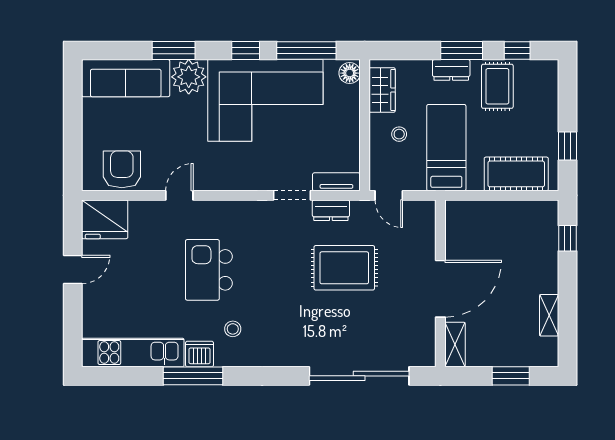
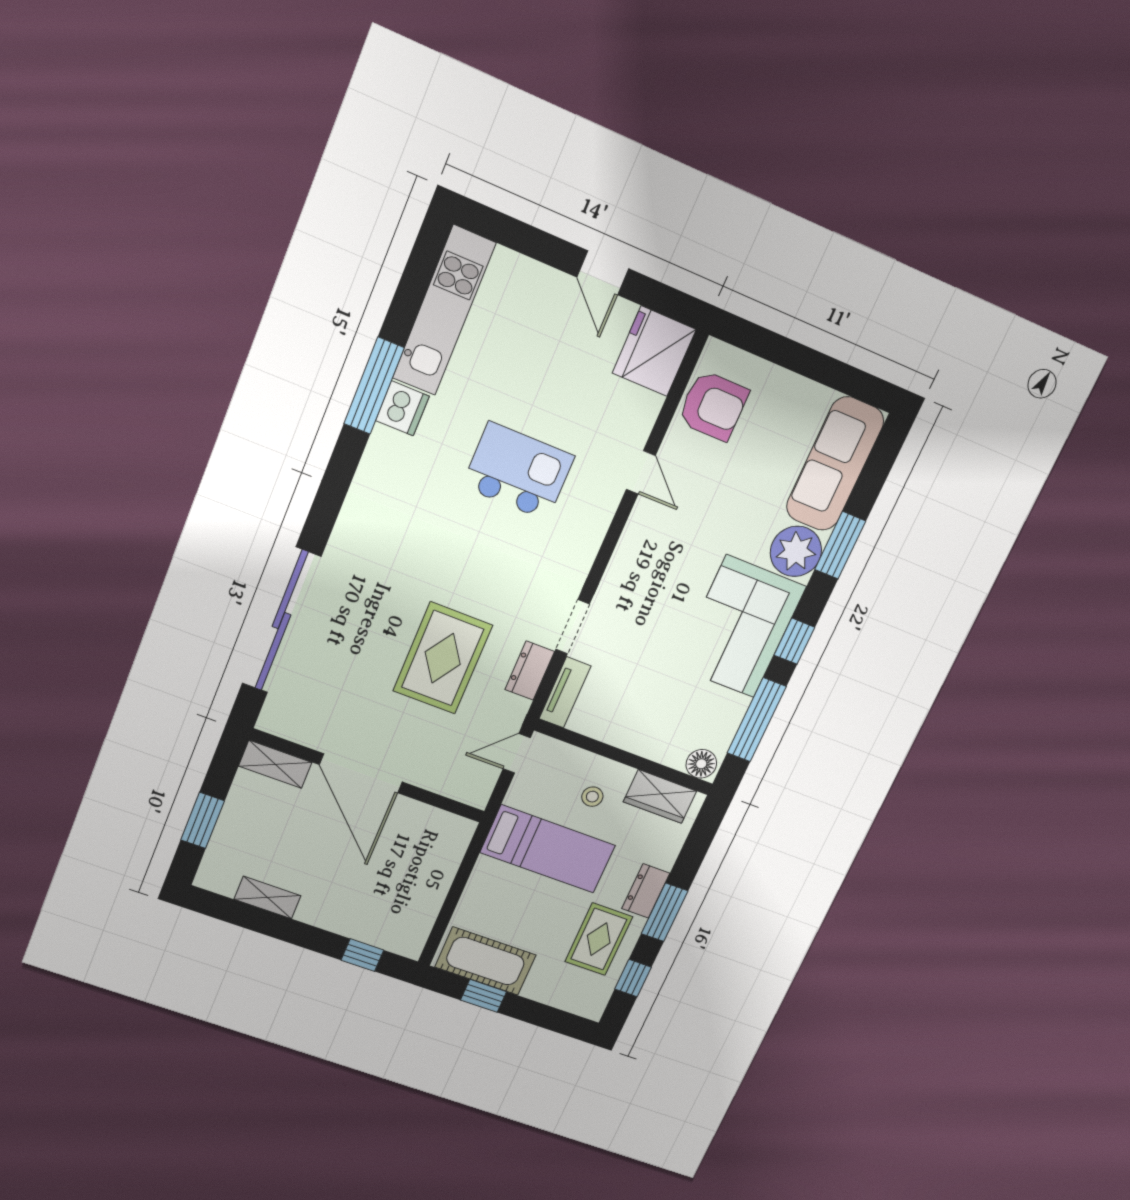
rug: (497, 86) -> (599, 939), turned 90
corner sofa: (265, 100) -> (740, 627), width x0.73, depth x0.74
cot: (516, 174) -> (485, 961), moved, turned 90
stool: (233, 329) -> (420, 471), removed

